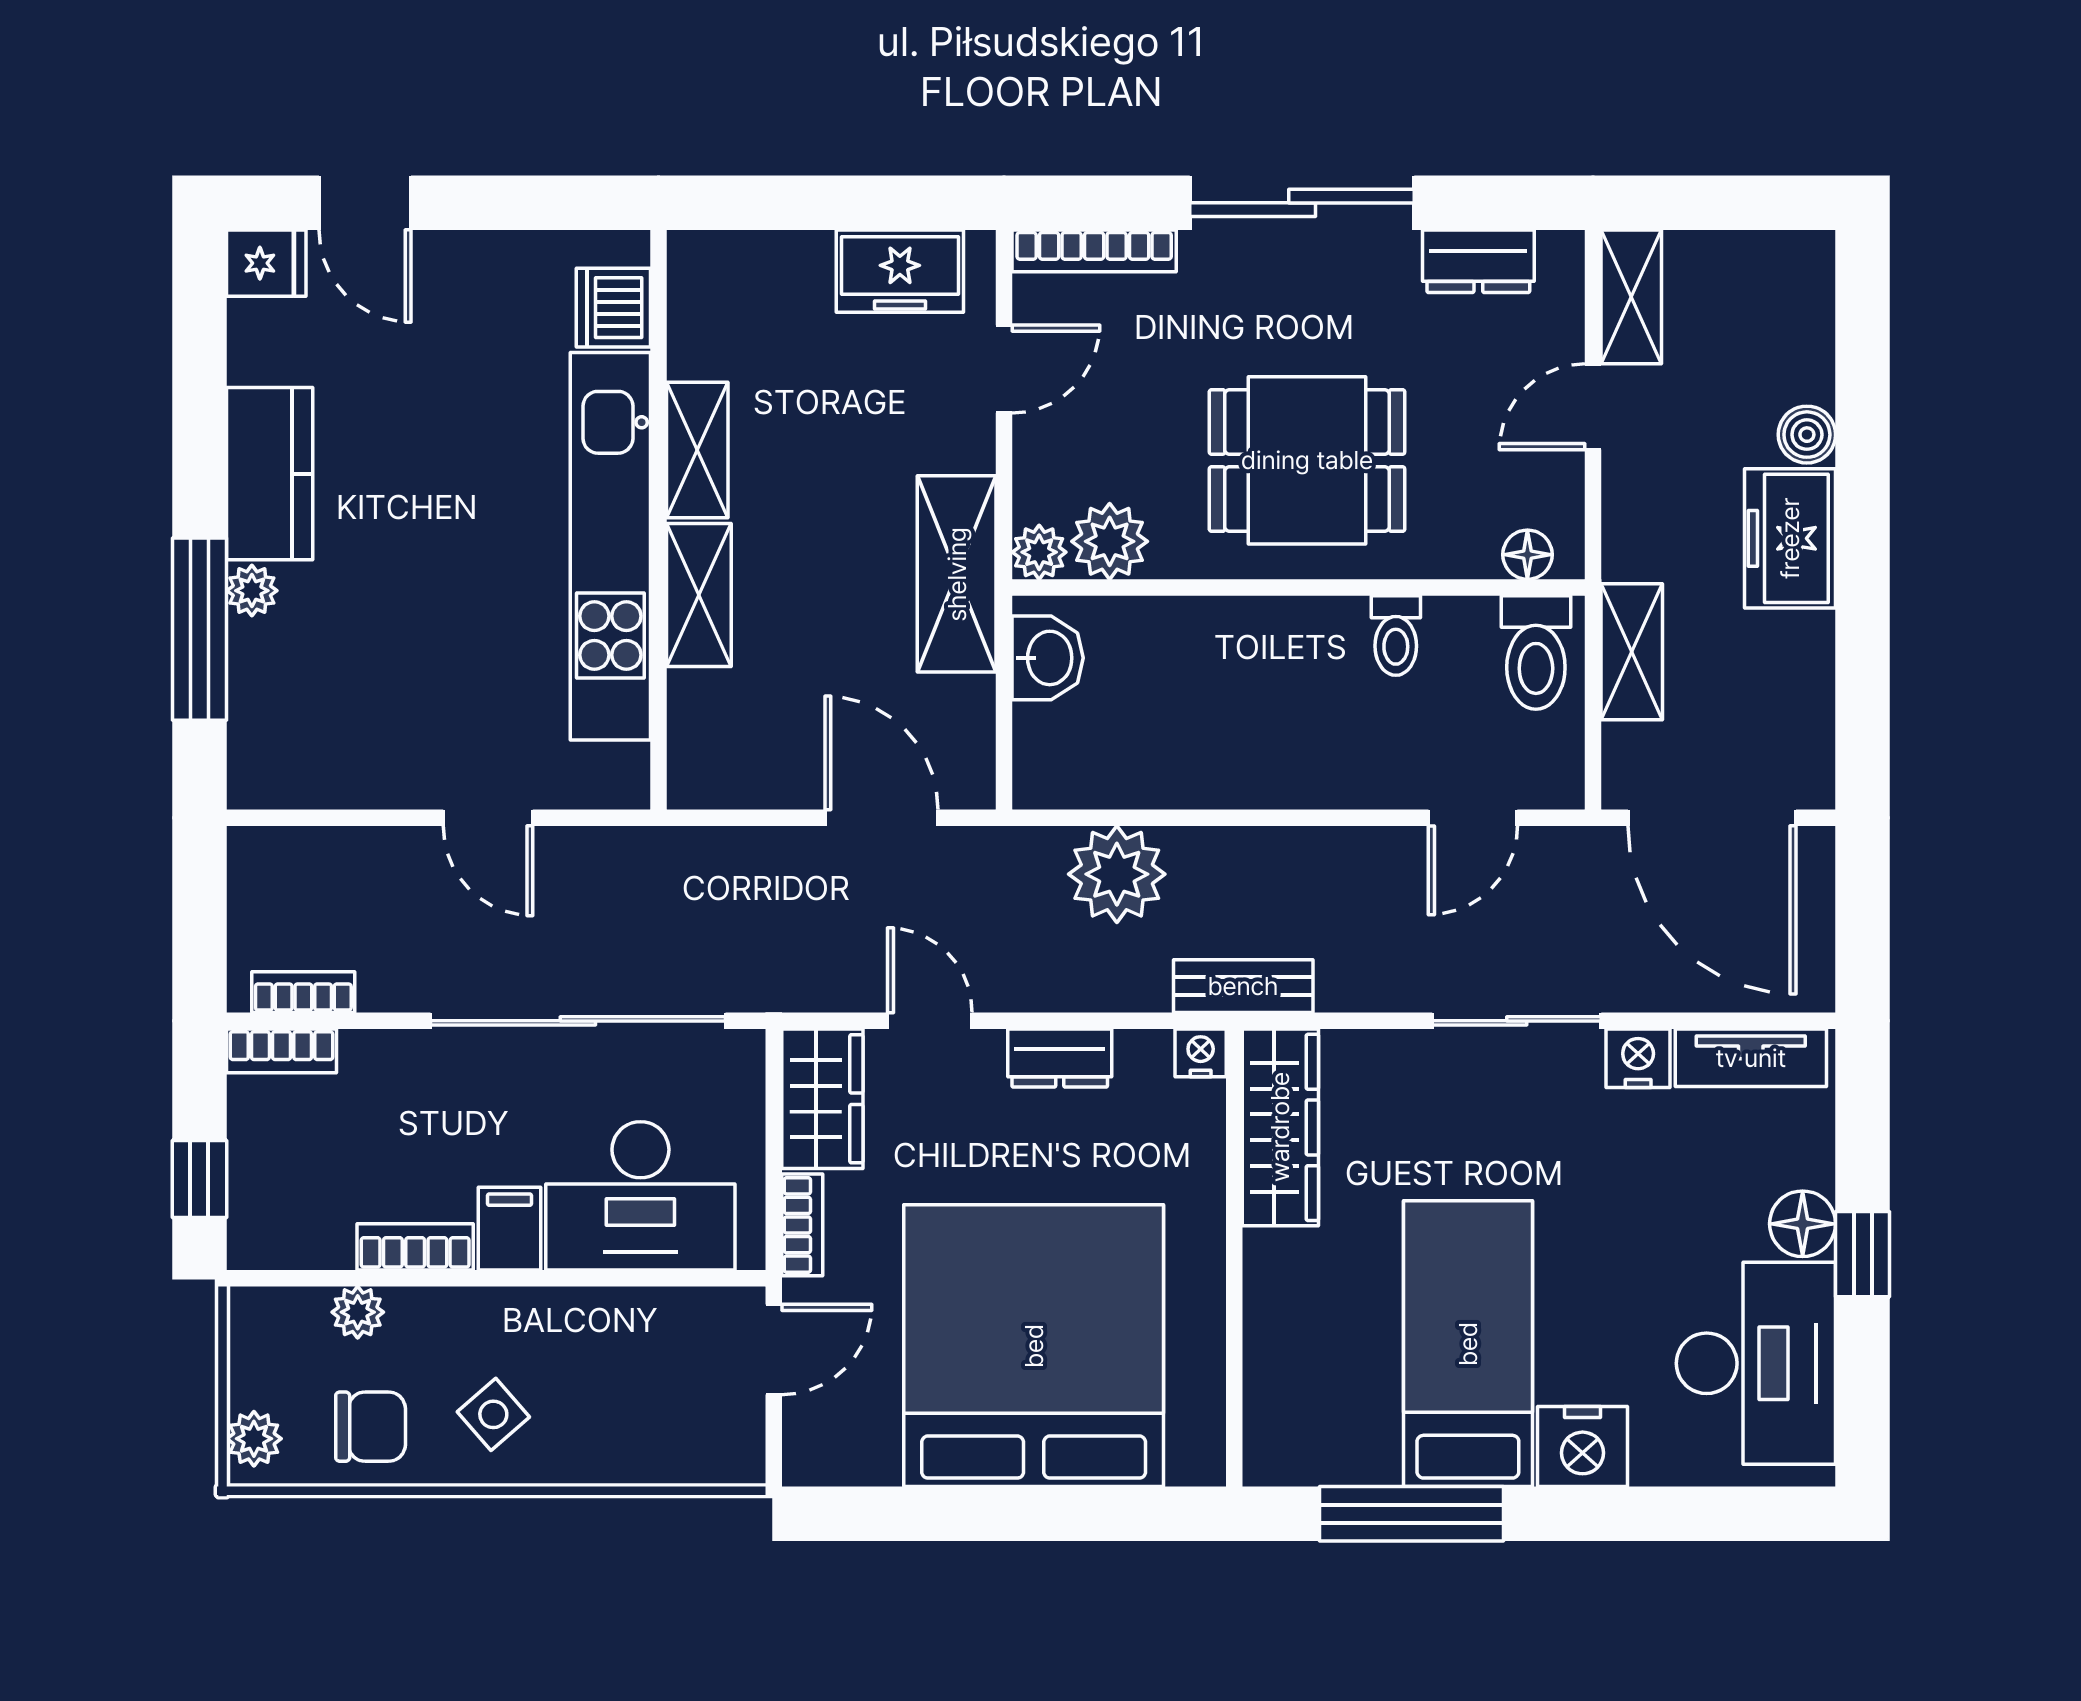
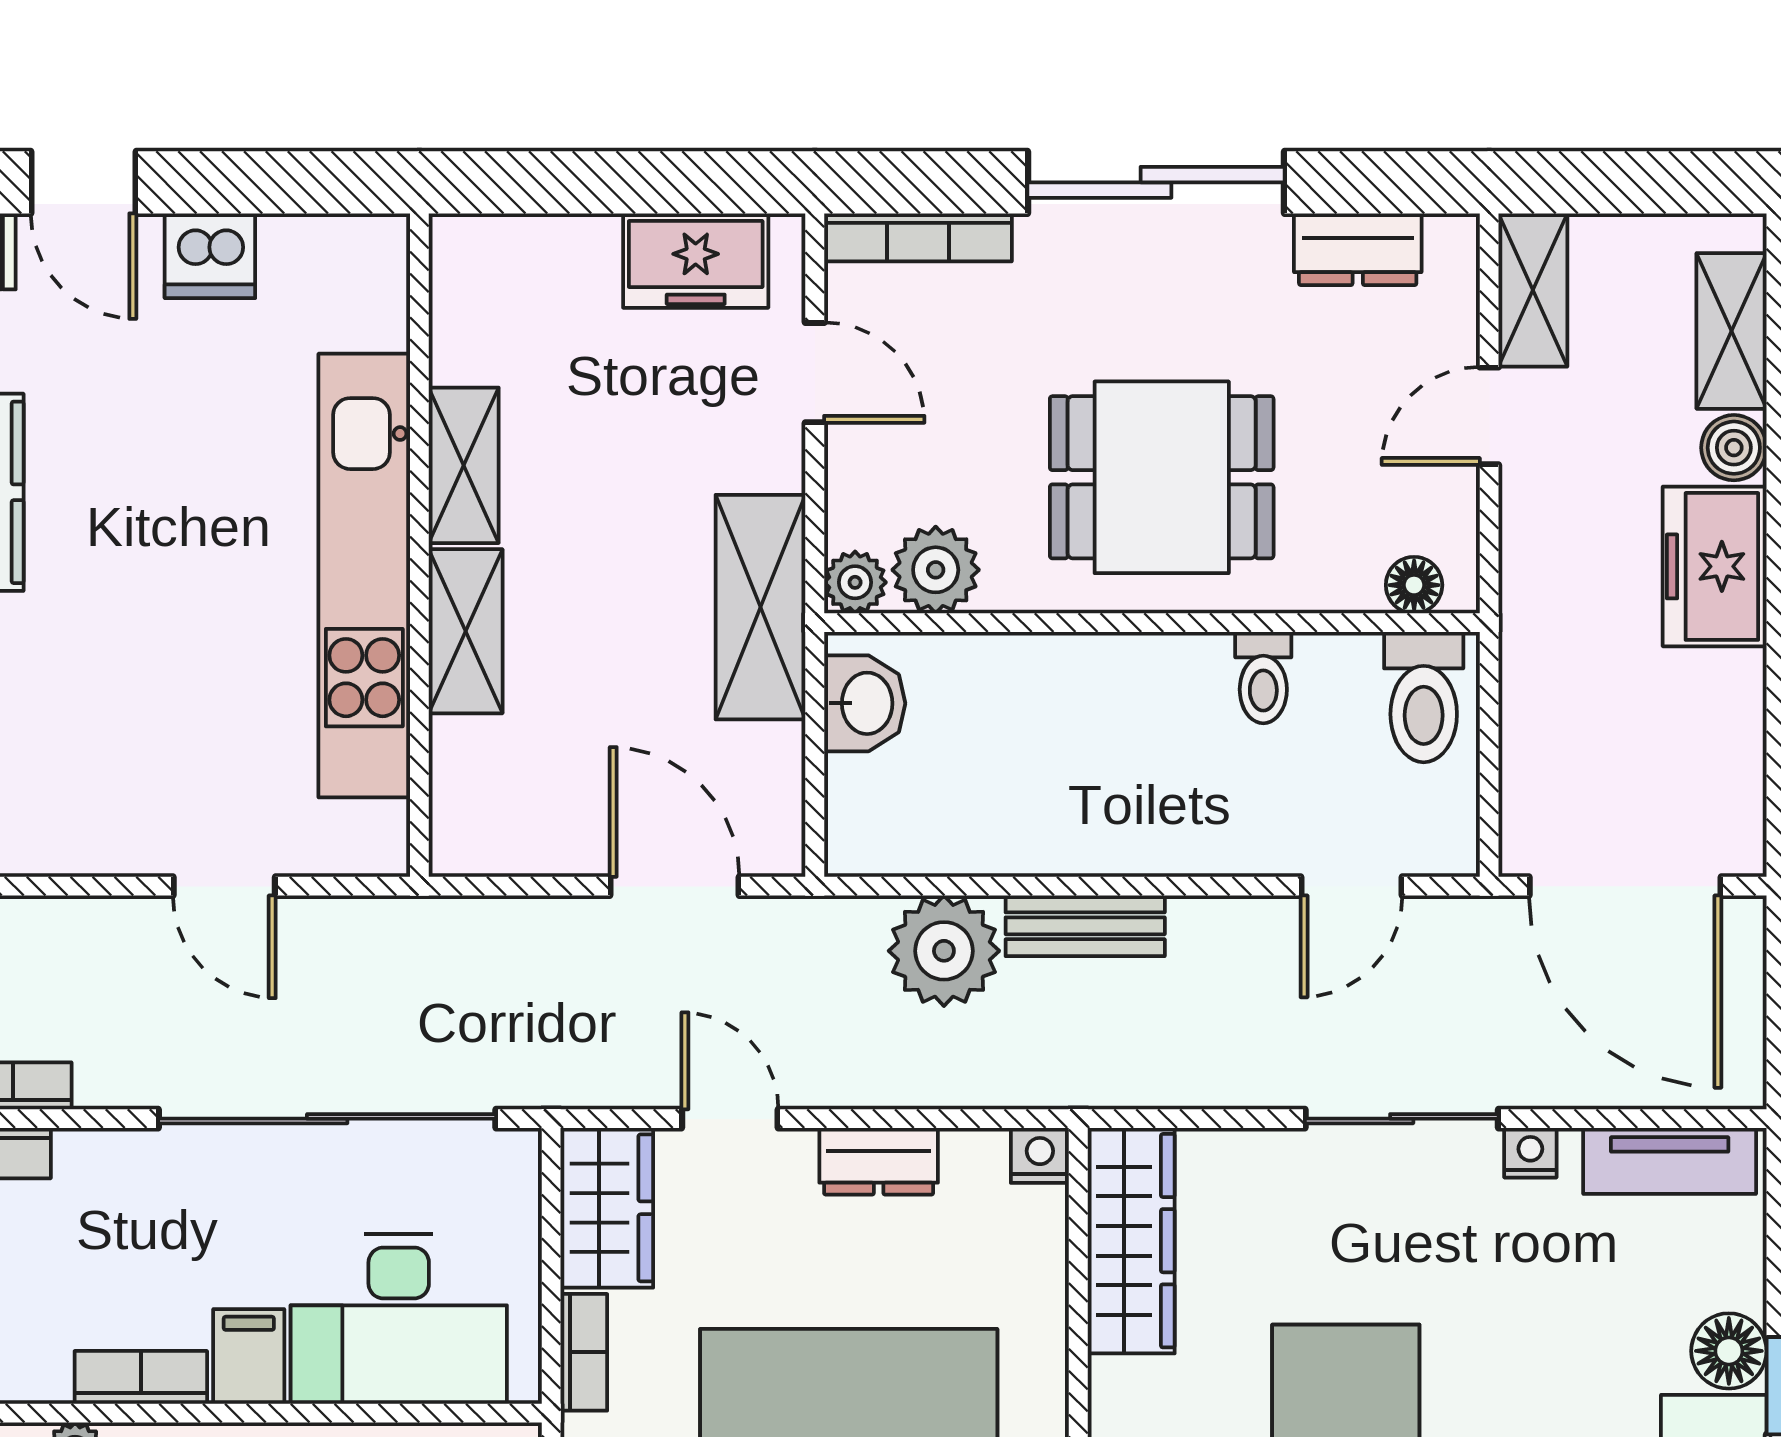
dishwasher: (613, 308) -> (210, 256), moved, turned -90
door: (1004, 369) -> (815, 373), hinge flipped
shelving: (1632, 652) -> (1731, 331), moved
bench: (1243, 986) -> (1085, 926), moved
nightstand: (1638, 1058) -> (1530, 1153), width x0.72, depth x0.74

